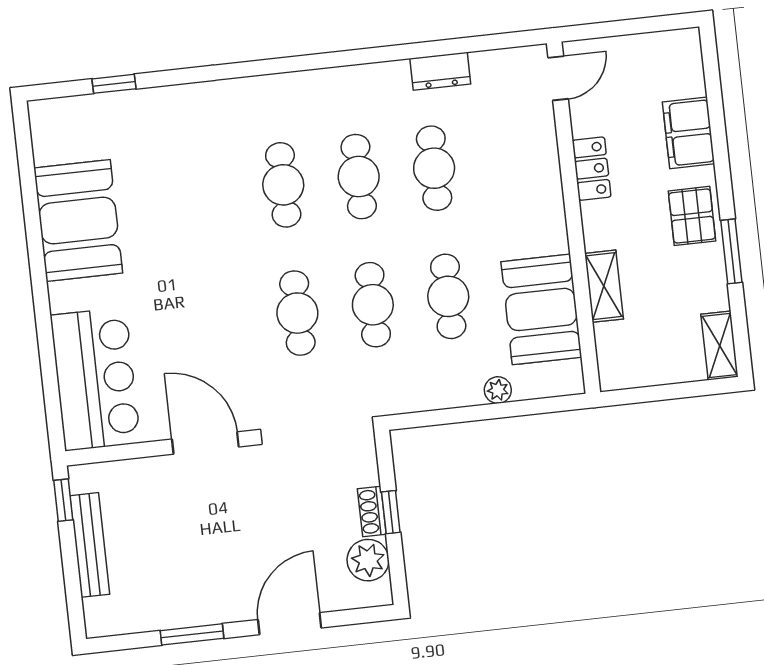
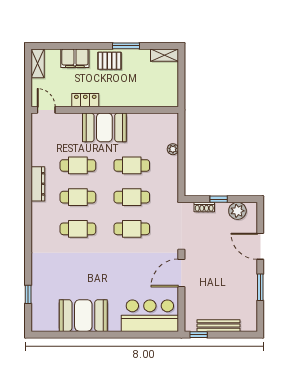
dresser: (440, 71) -> (38, 184), moved, width x1.44
shelving: (604, 286) -> (38, 63), moved, turned 90
booth: (541, 309) -> (104, 127), moved
shoe rack: (372, 511) -> (204, 207), moved

